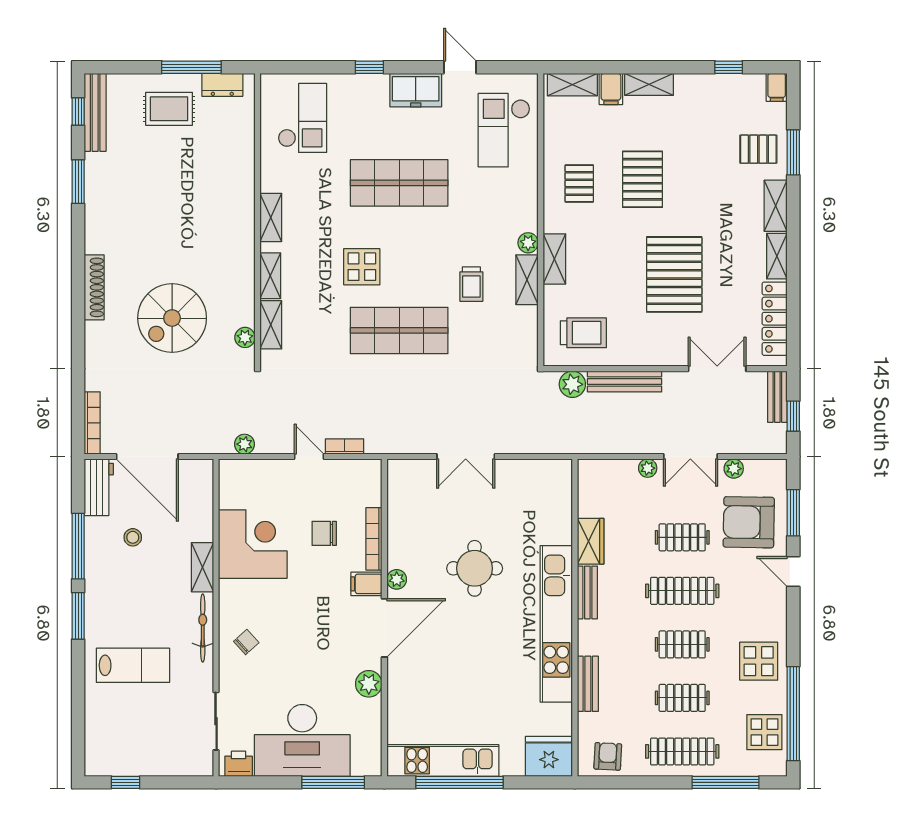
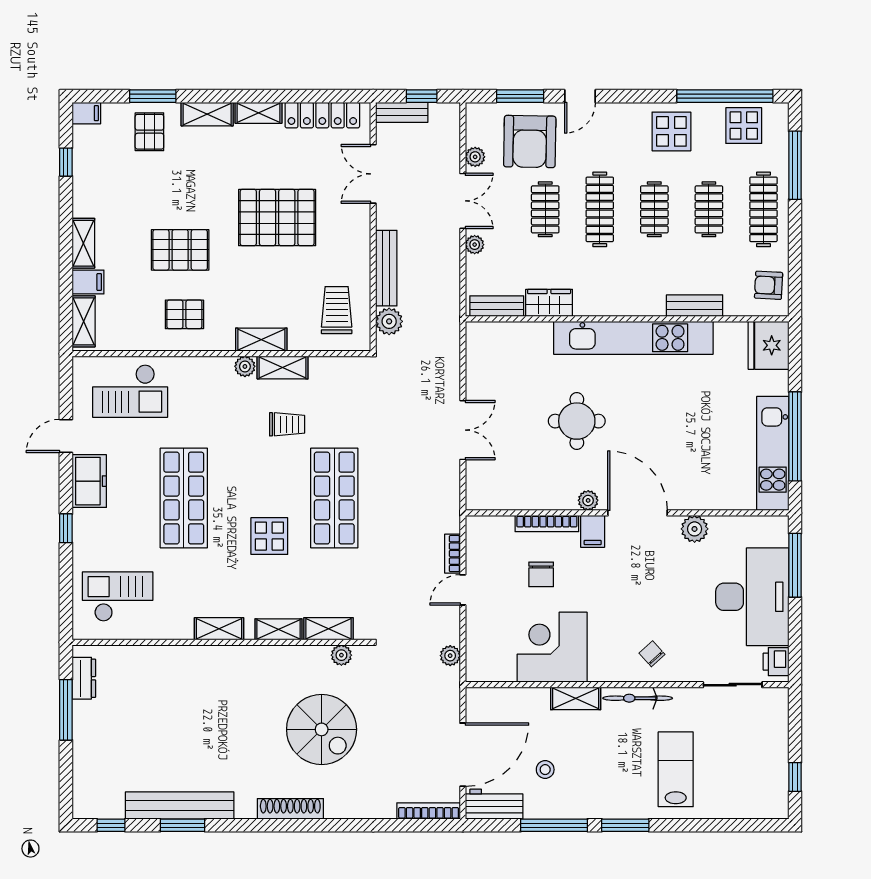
rug: (169, 109) -> (108, 733), removed
bench: (95, 112) -> (180, 806), moved, width x1.37, depth x1.21
bench: (587, 592) -> (497, 306), moved

